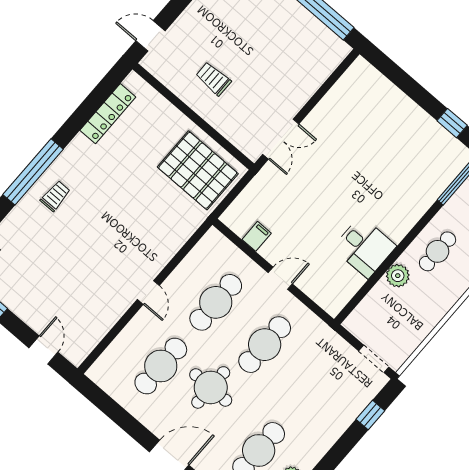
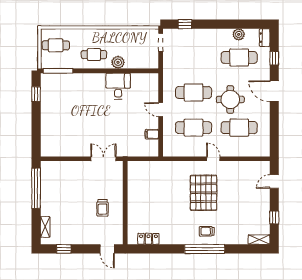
locker: (108, 114) -> (148, 239), width x0.66
pallet: (198, 170) -> (204, 193), moved
door: (148, 292) -> (213, 159), hinge flipped

